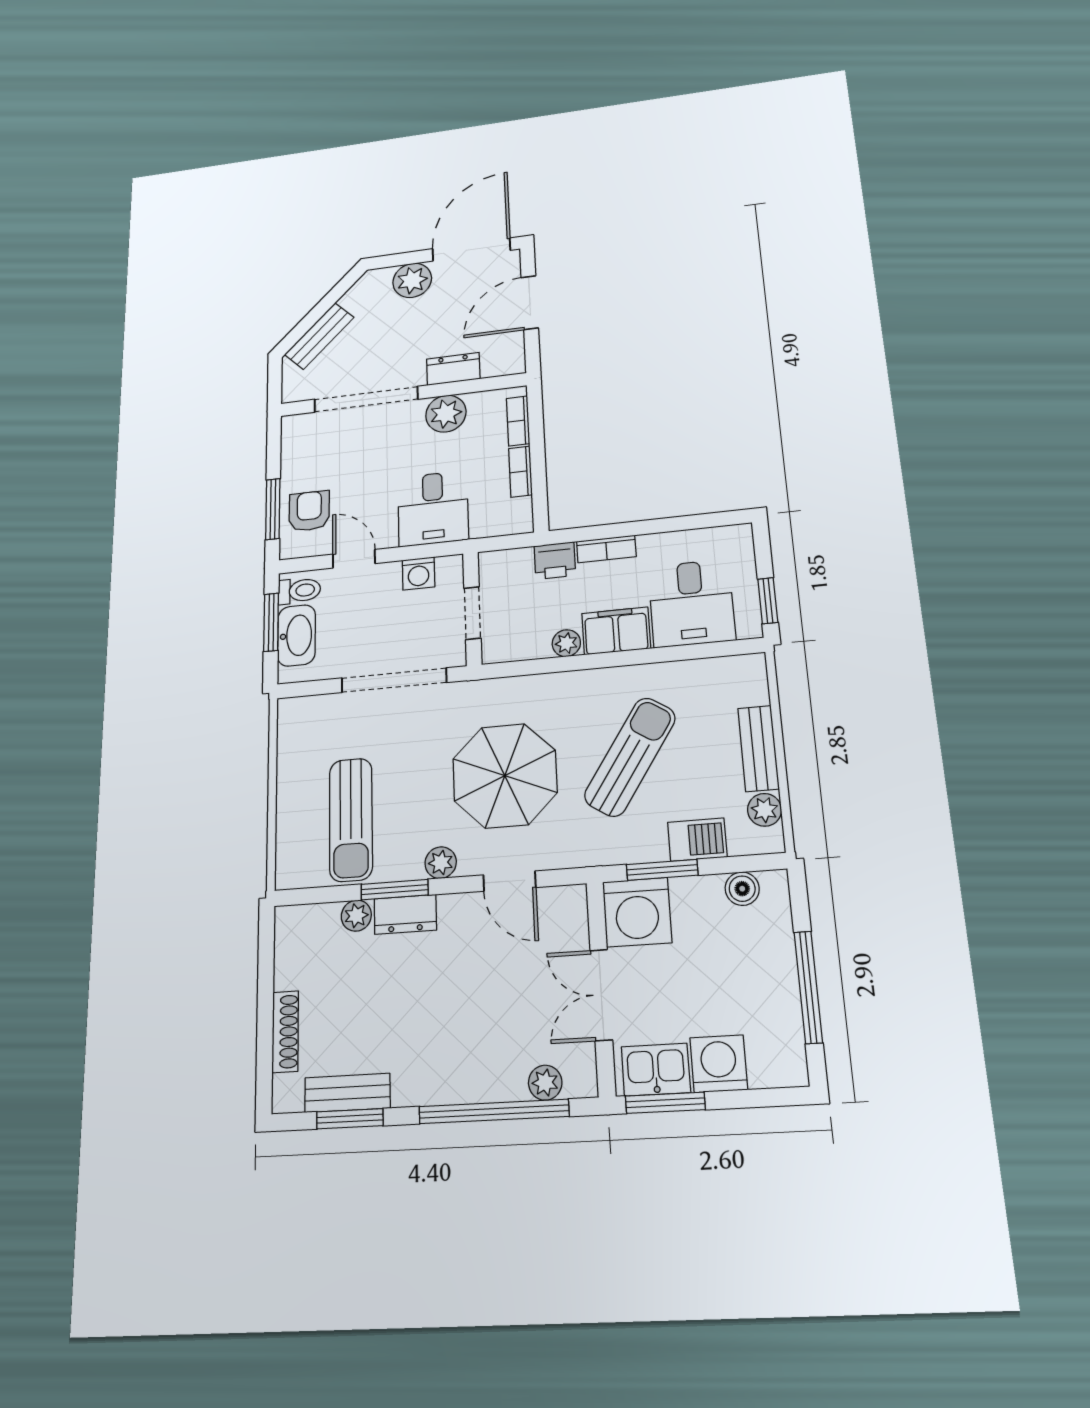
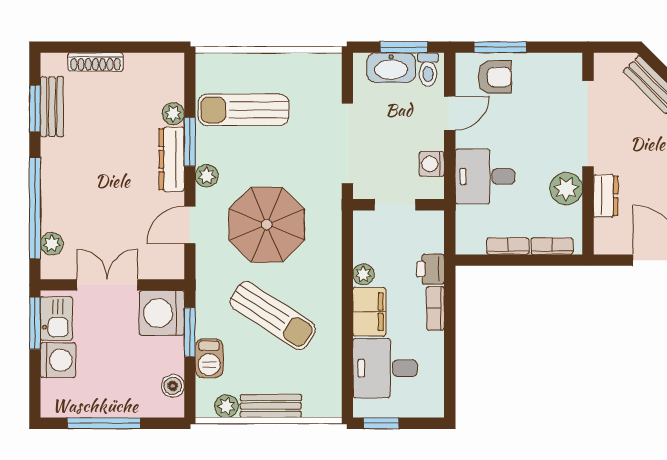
dresser: (405, 914) -> (172, 159), width x1.44

